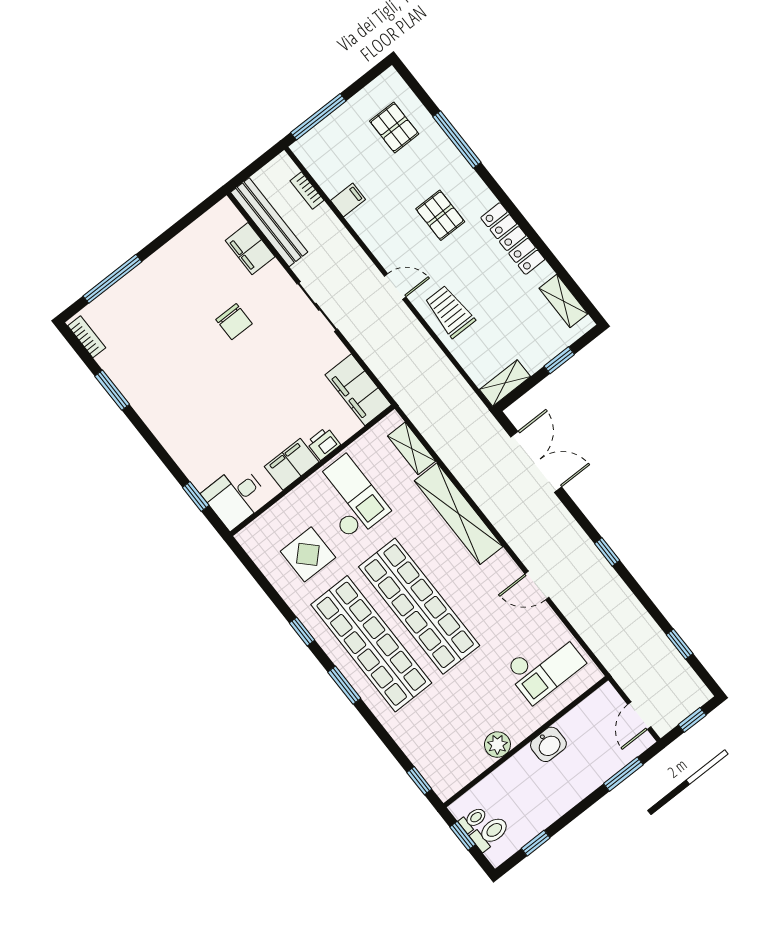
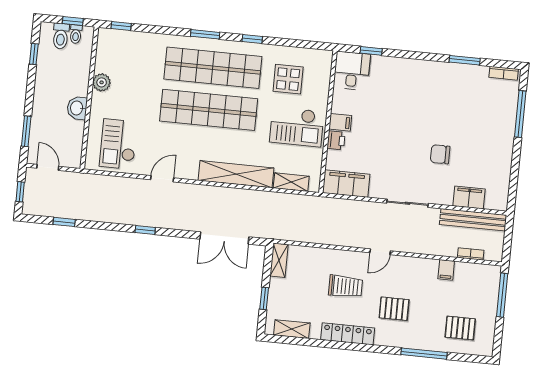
trolley: (450, 311) -> (345, 286), moved
filing cabinet: (292, 464) -> (340, 122), width x0.50

